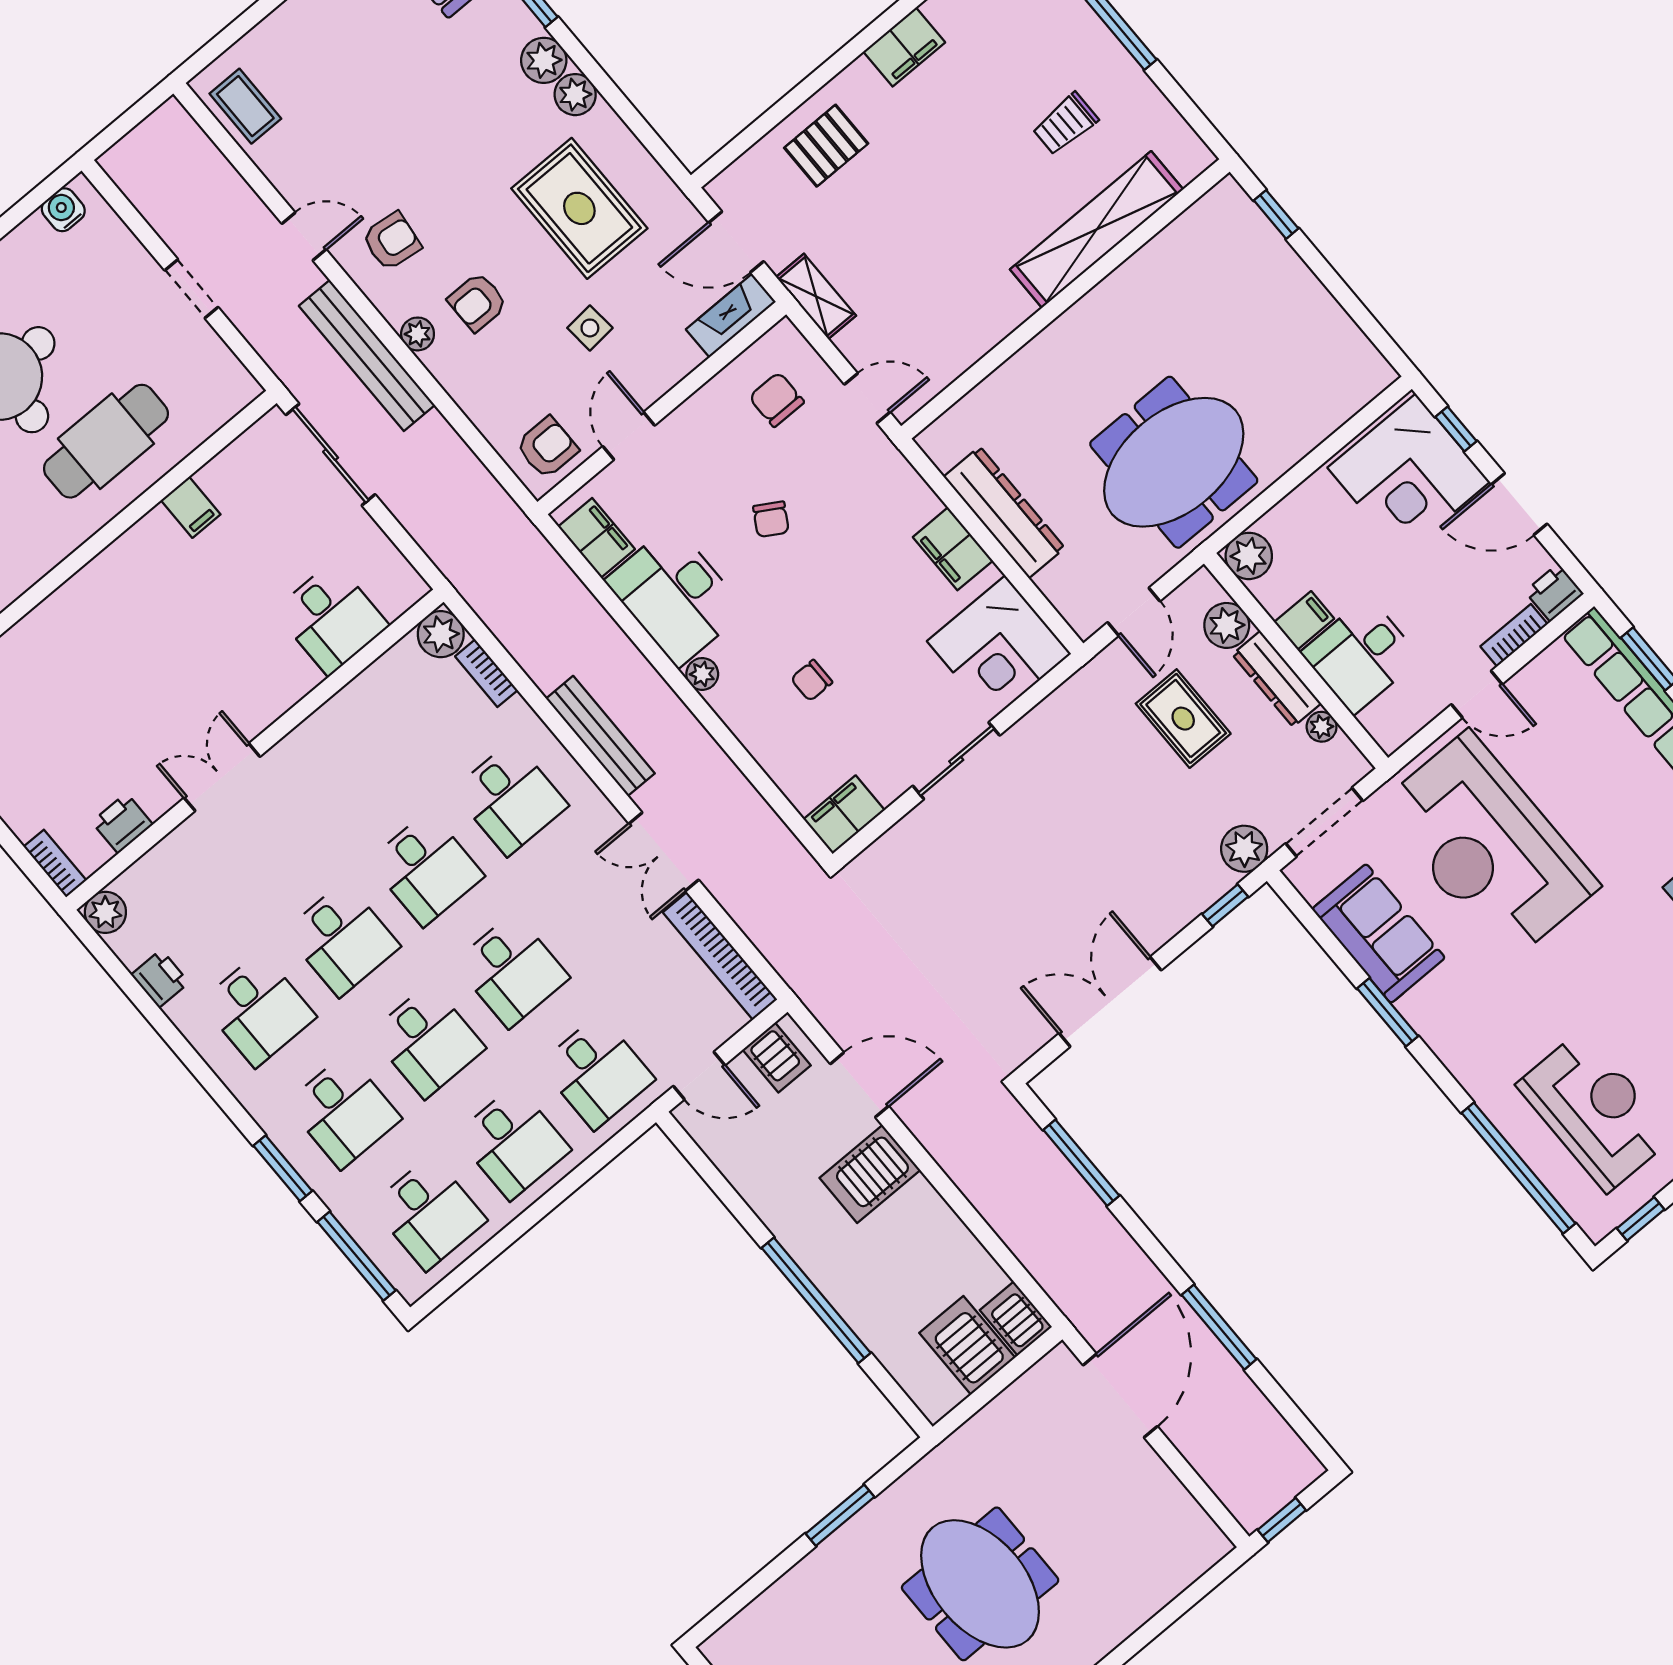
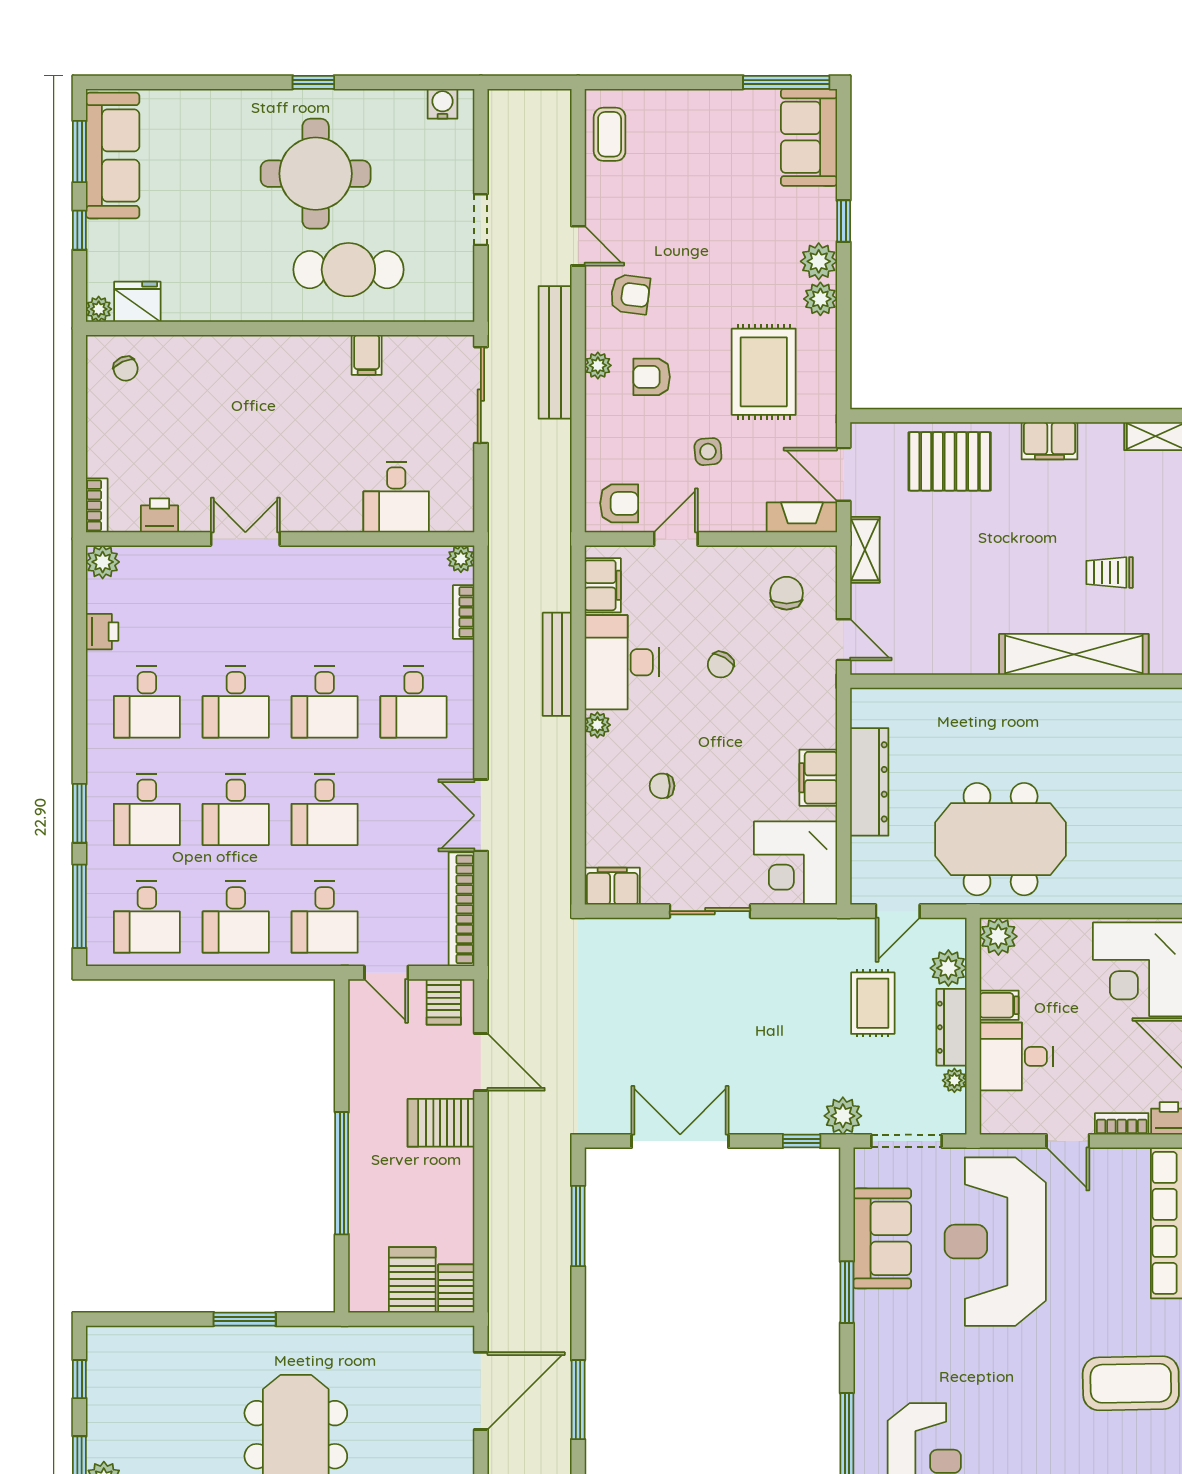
pallet: (826, 146) -> (950, 461), width x1.50, depth x1.42
plant: (441, 634) -> (461, 559), width x0.73, depth x0.73
bench: (600, 736) -> (557, 664), moved

